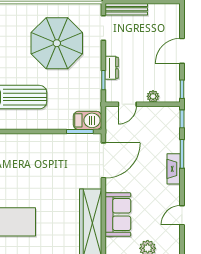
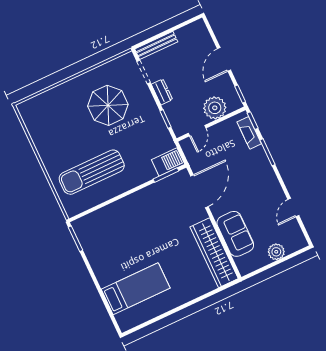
parasol: (57, 43) -> (108, 105), width x0.73, depth x0.73
dresser: (112, 68) -> (162, 92), moved
plant: (153, 96) -> (215, 108), width x1.88, depth x1.88
fireplace: (174, 169) -> (249, 133), moved

